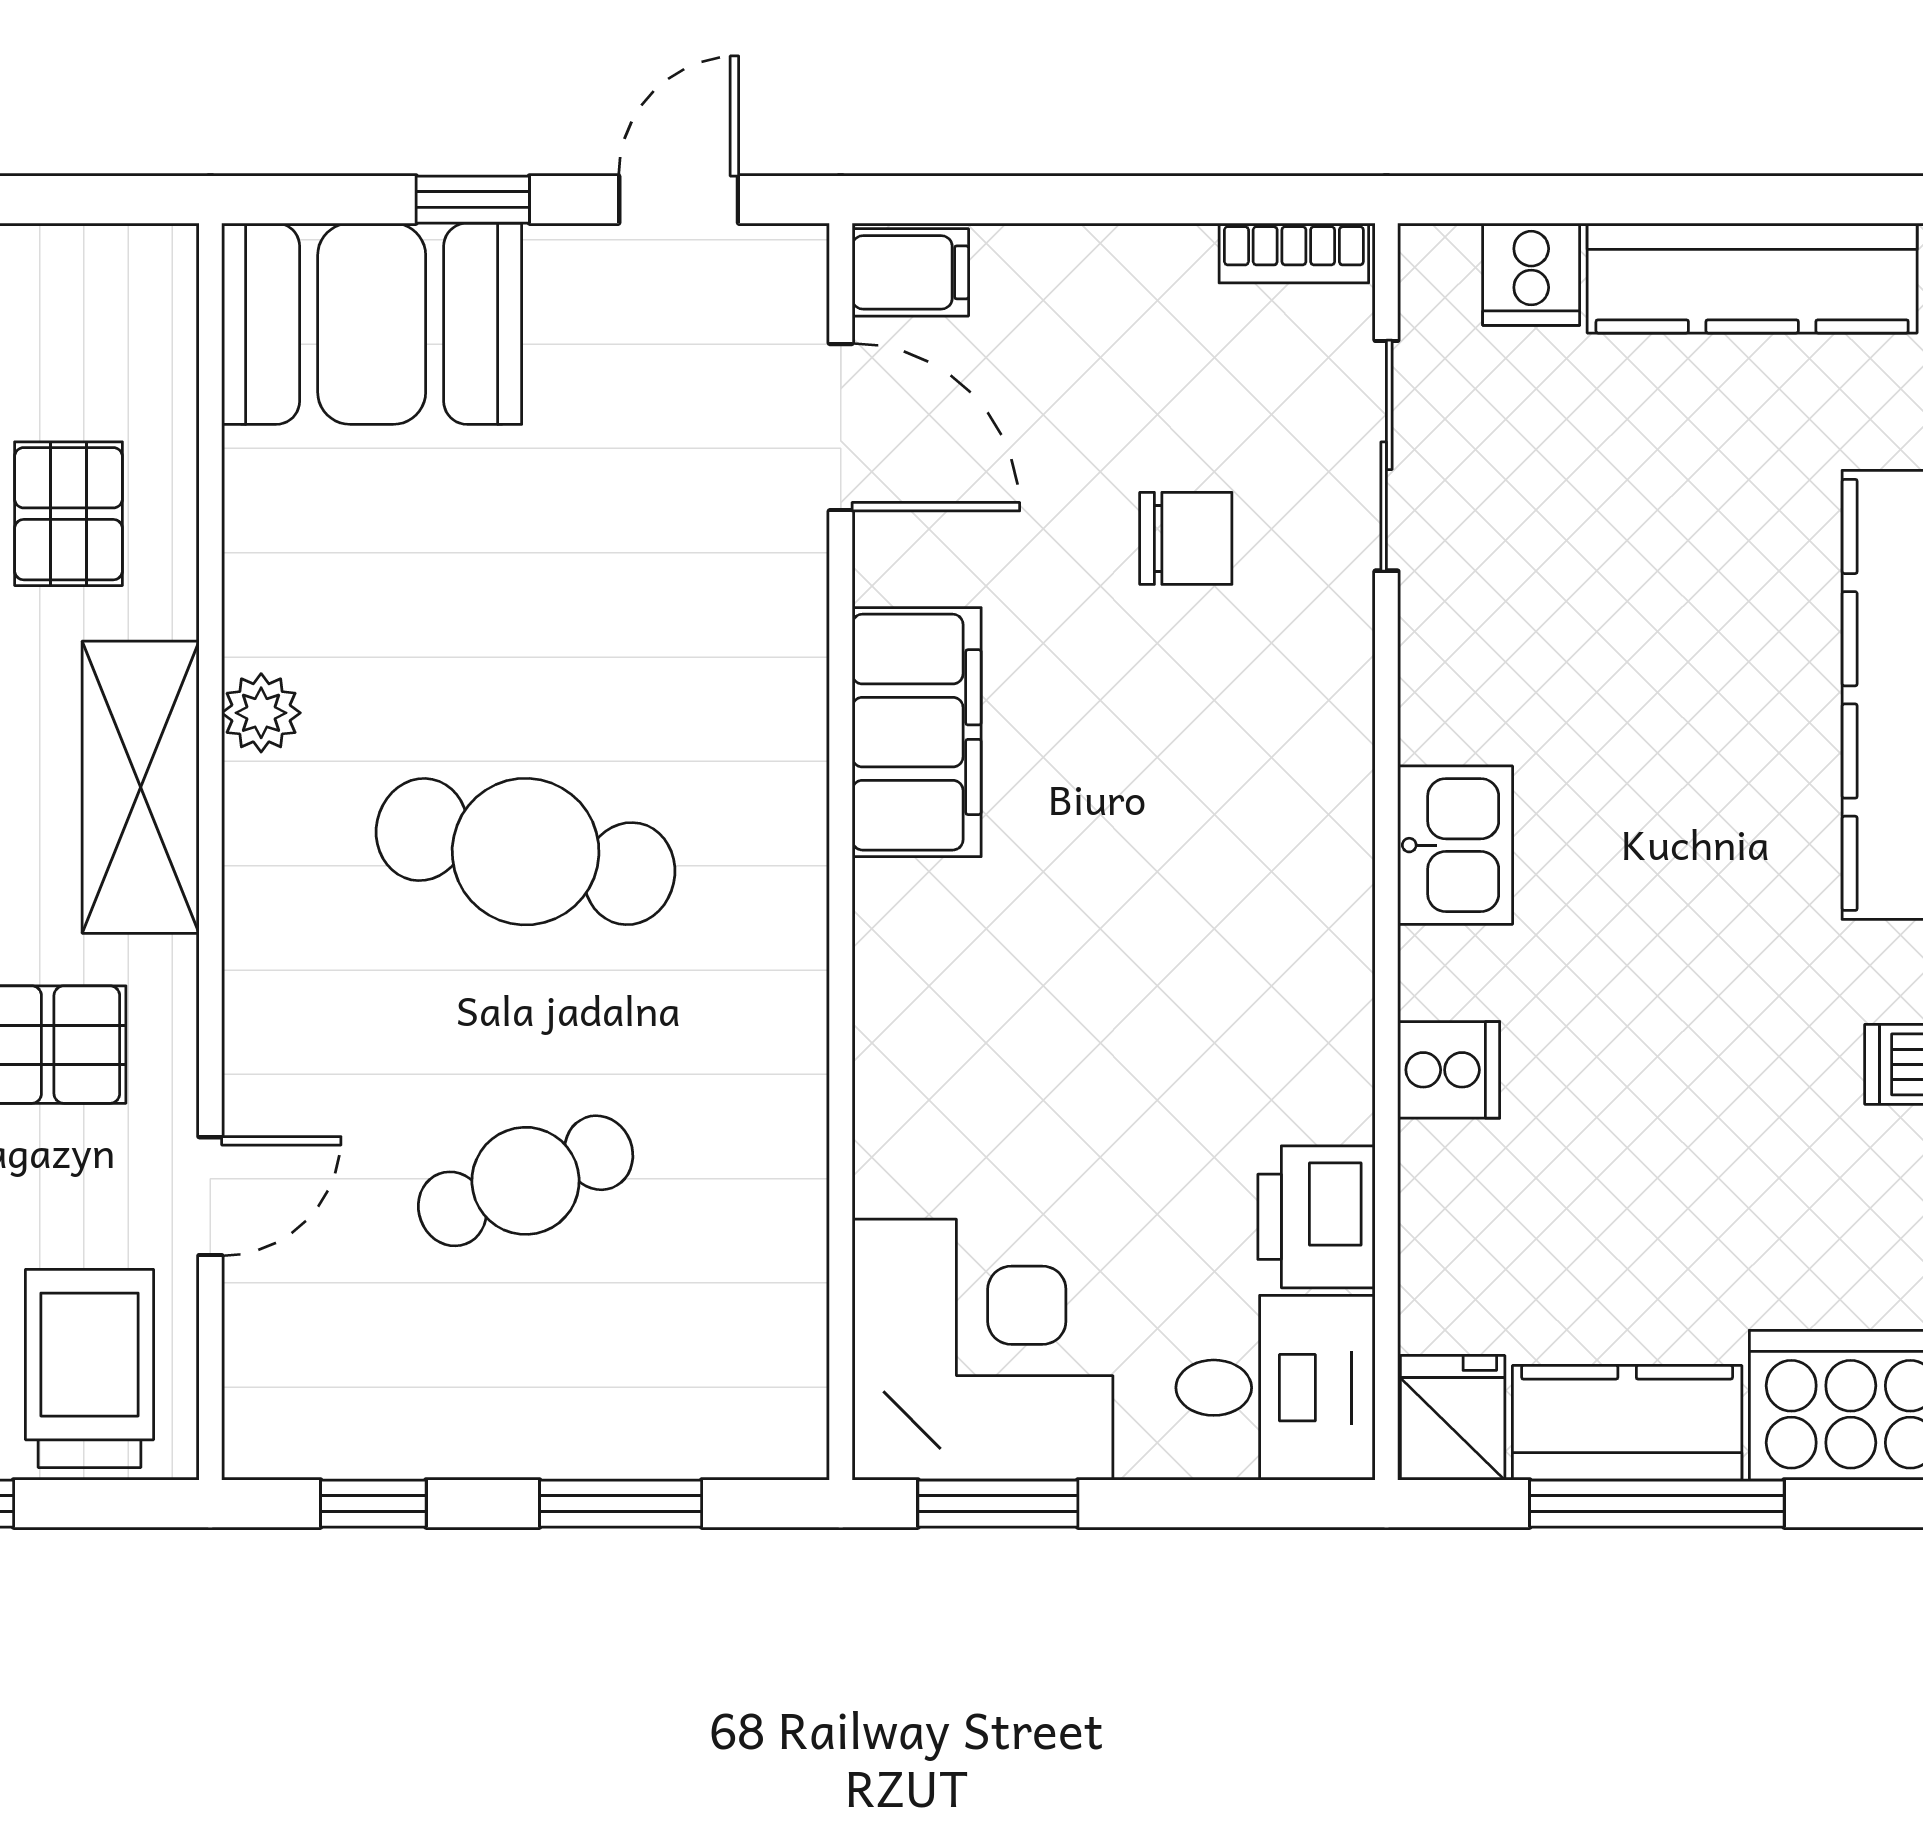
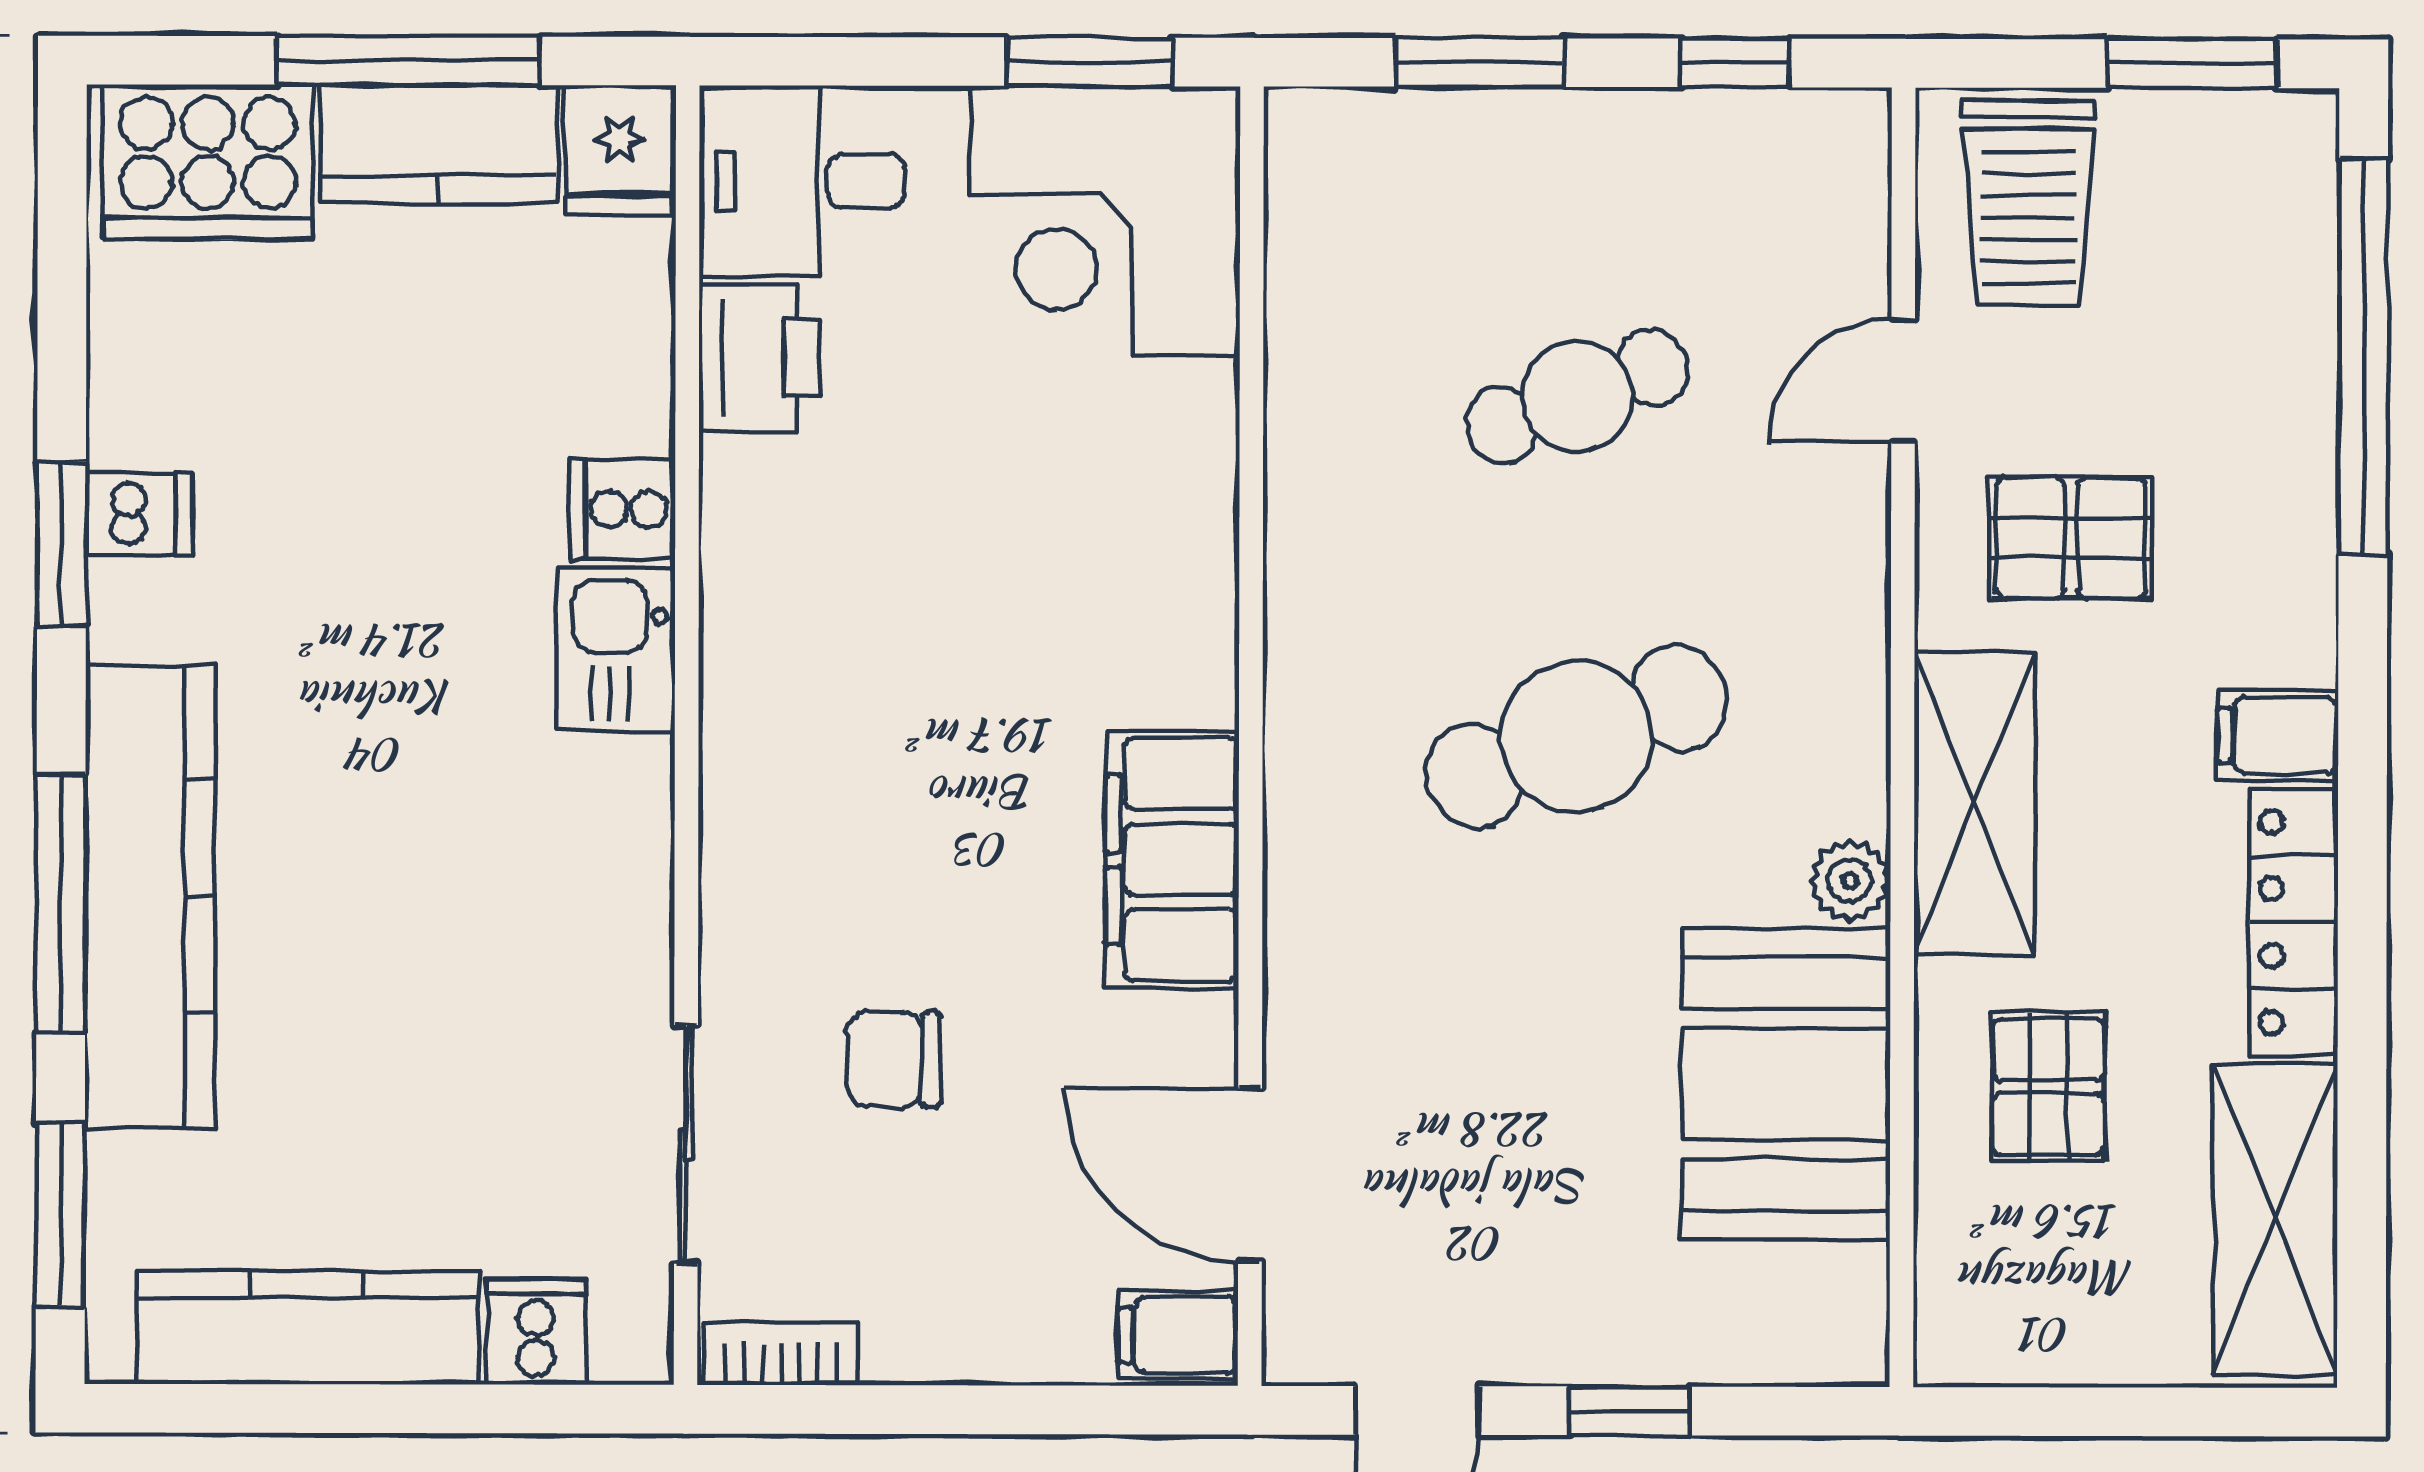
booth: (372, 324) -> (1786, 1084), moved, turned 90
kitchen sink: (1455, 845) -> (616, 649), moved
cafe table: (526, 852) -> (1577, 737), turned -33

